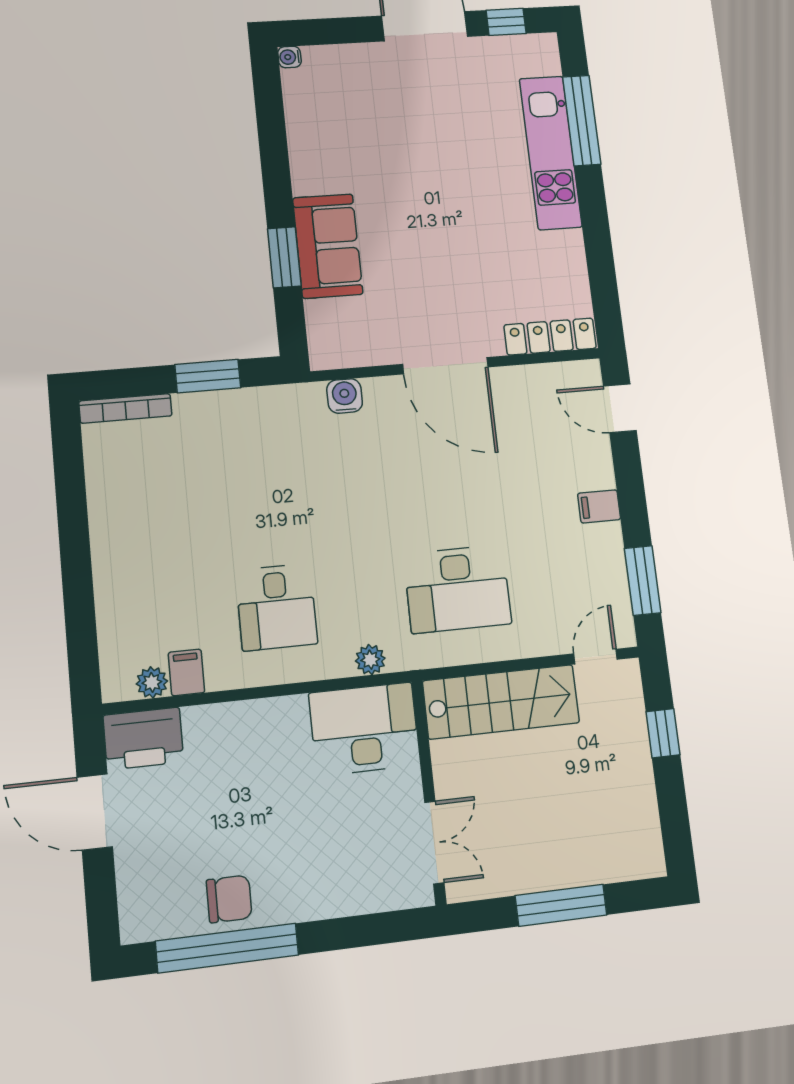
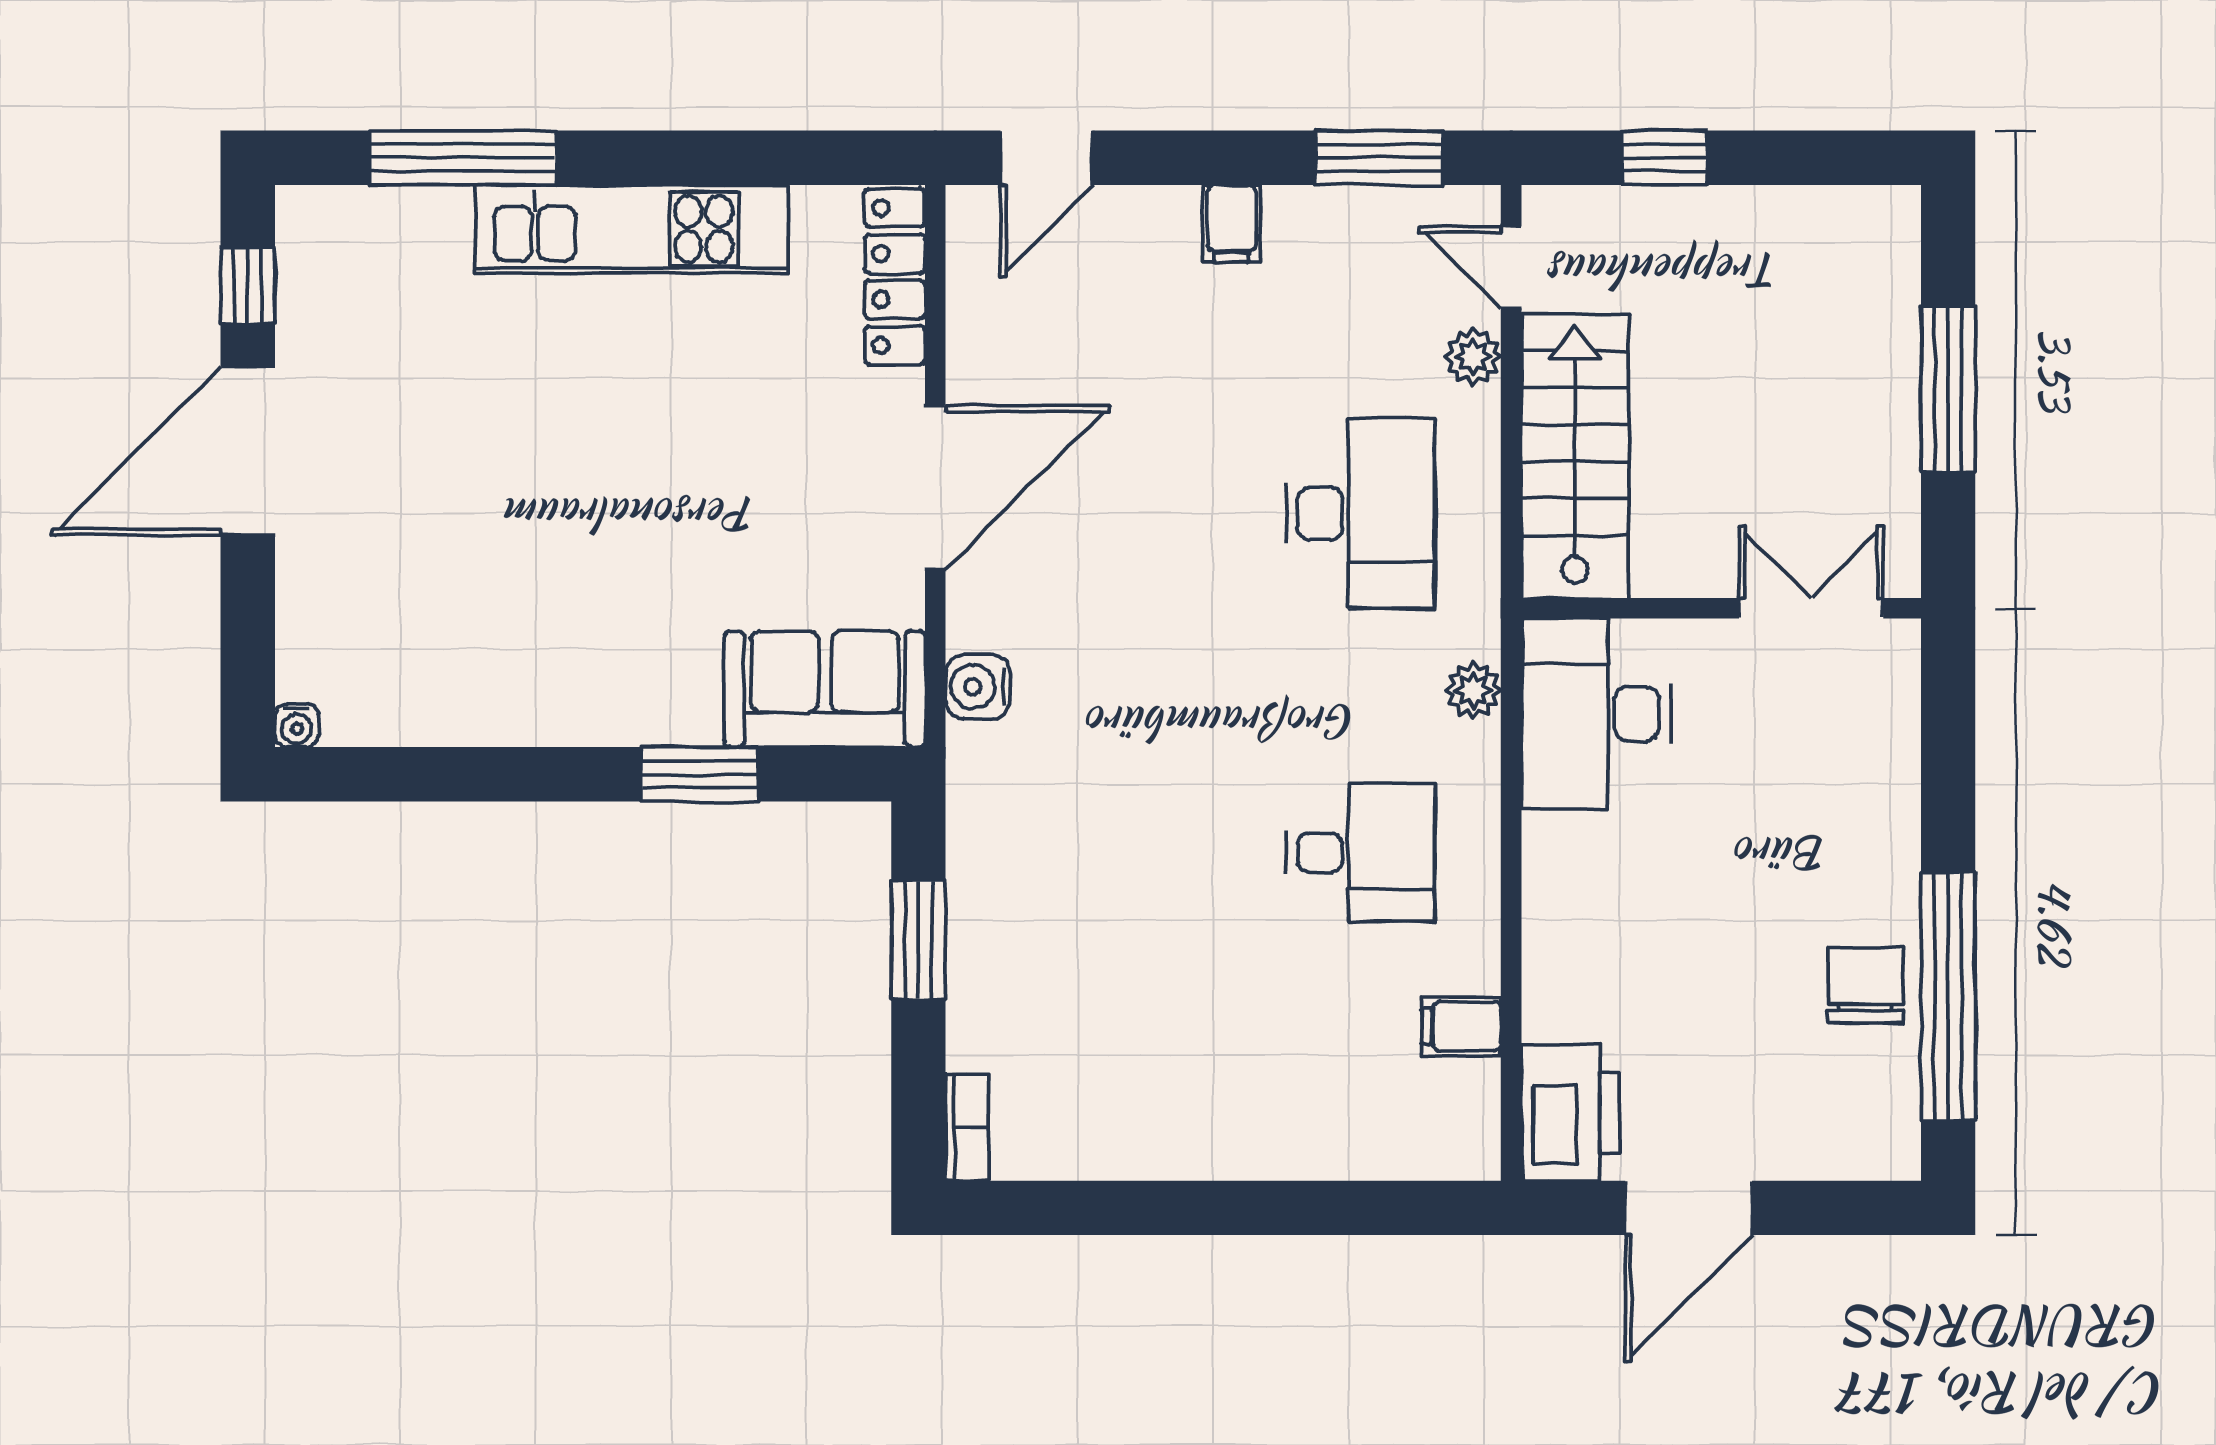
kitchen unit: (551, 153) -> (632, 229), moved
sofa: (328, 246) -> (825, 689), moved
bookcase: (125, 408) -> (967, 1127), width x0.64
plant: (152, 682) -> (1473, 357), moved

